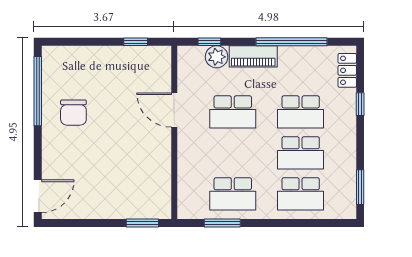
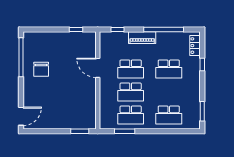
plant: (217, 57) -> (122, 38), removed
school desk: (301, 153) -> (131, 92), moved

